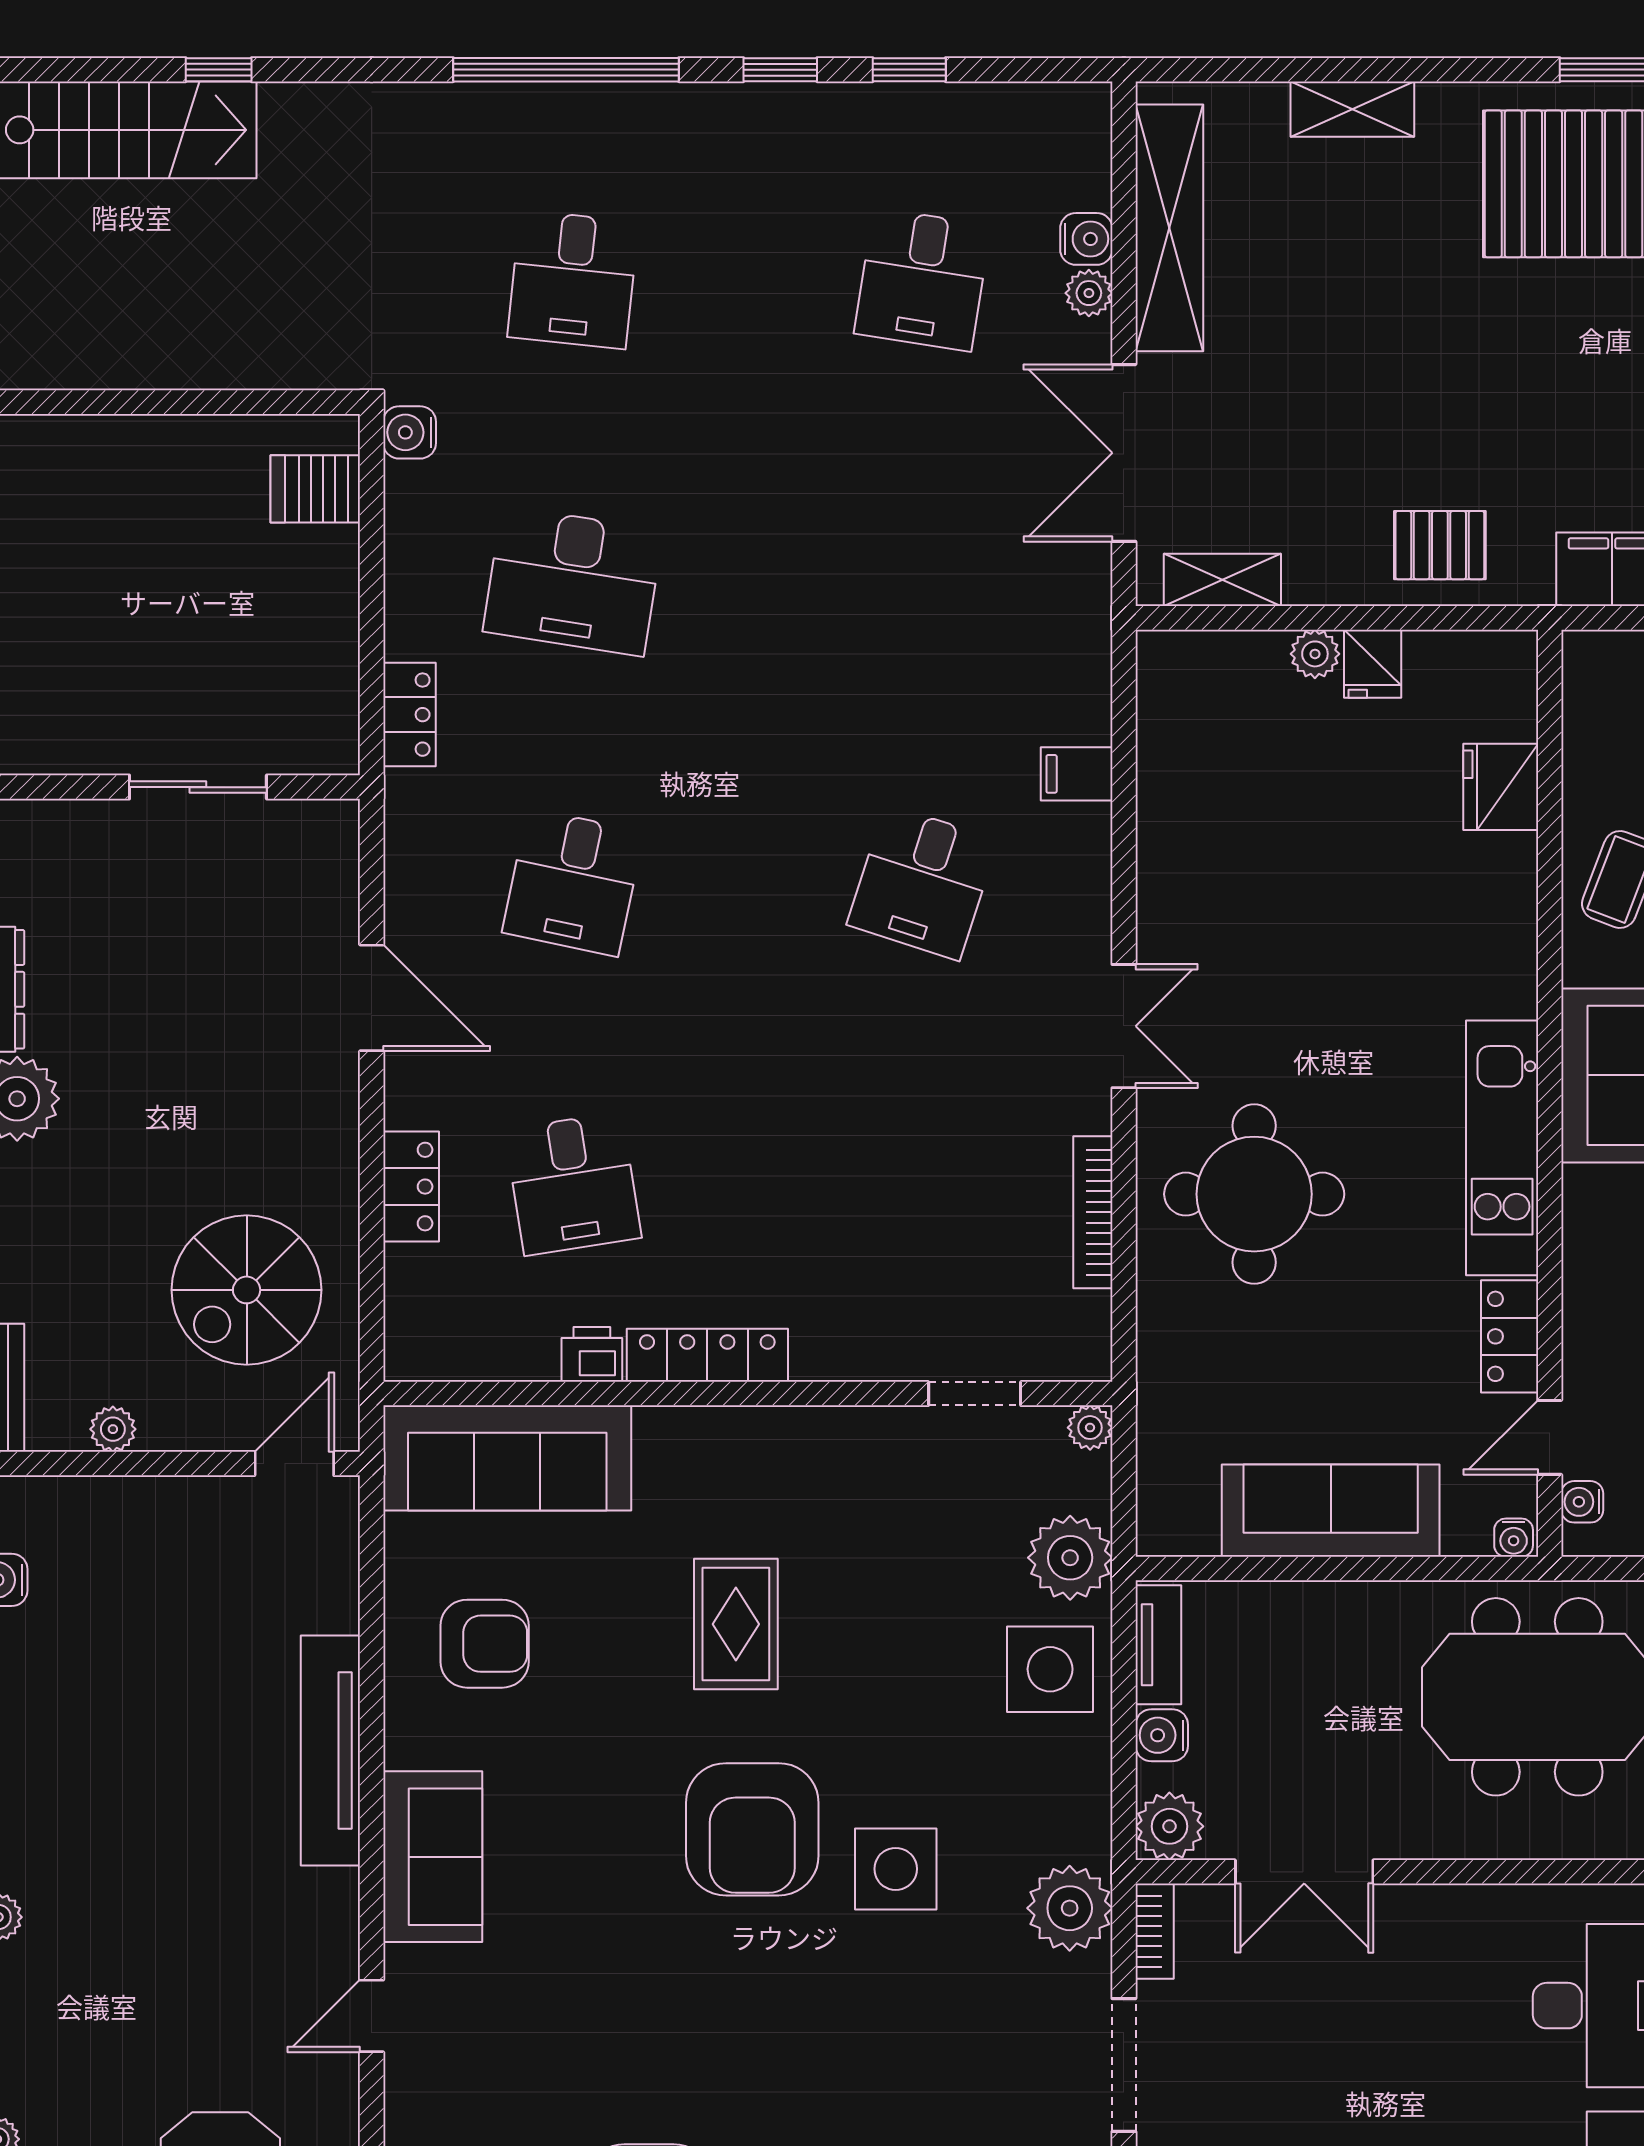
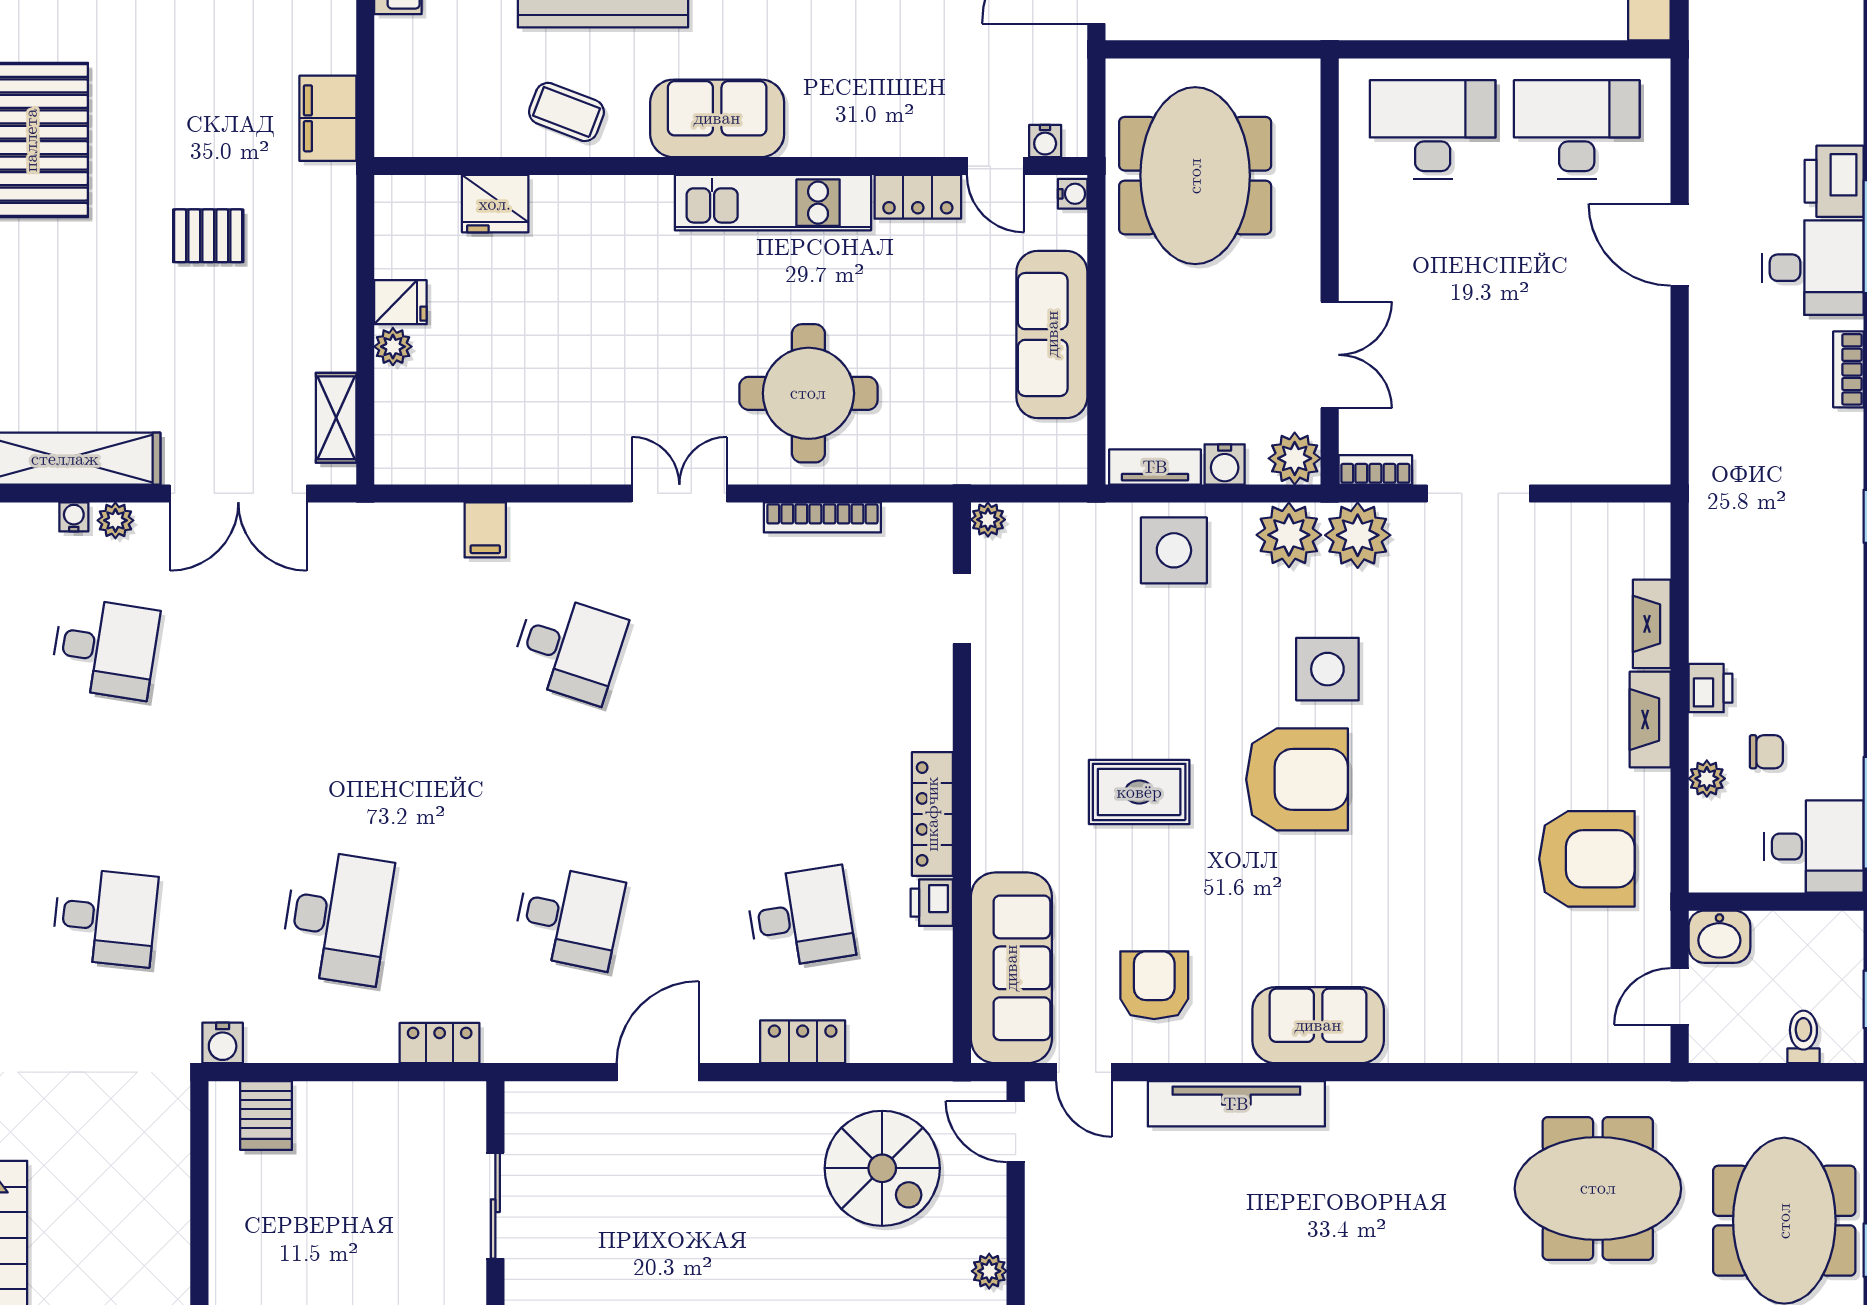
water cooler: (1086, 239) -> (74, 517), width x0.72, depth x0.72
pallet: (1440, 545) -> (208, 236), moved, turned 90
plant: (1070, 1558) -> (1289, 535), moved
door: (372, 2016) -> (1084, 1072), moved

